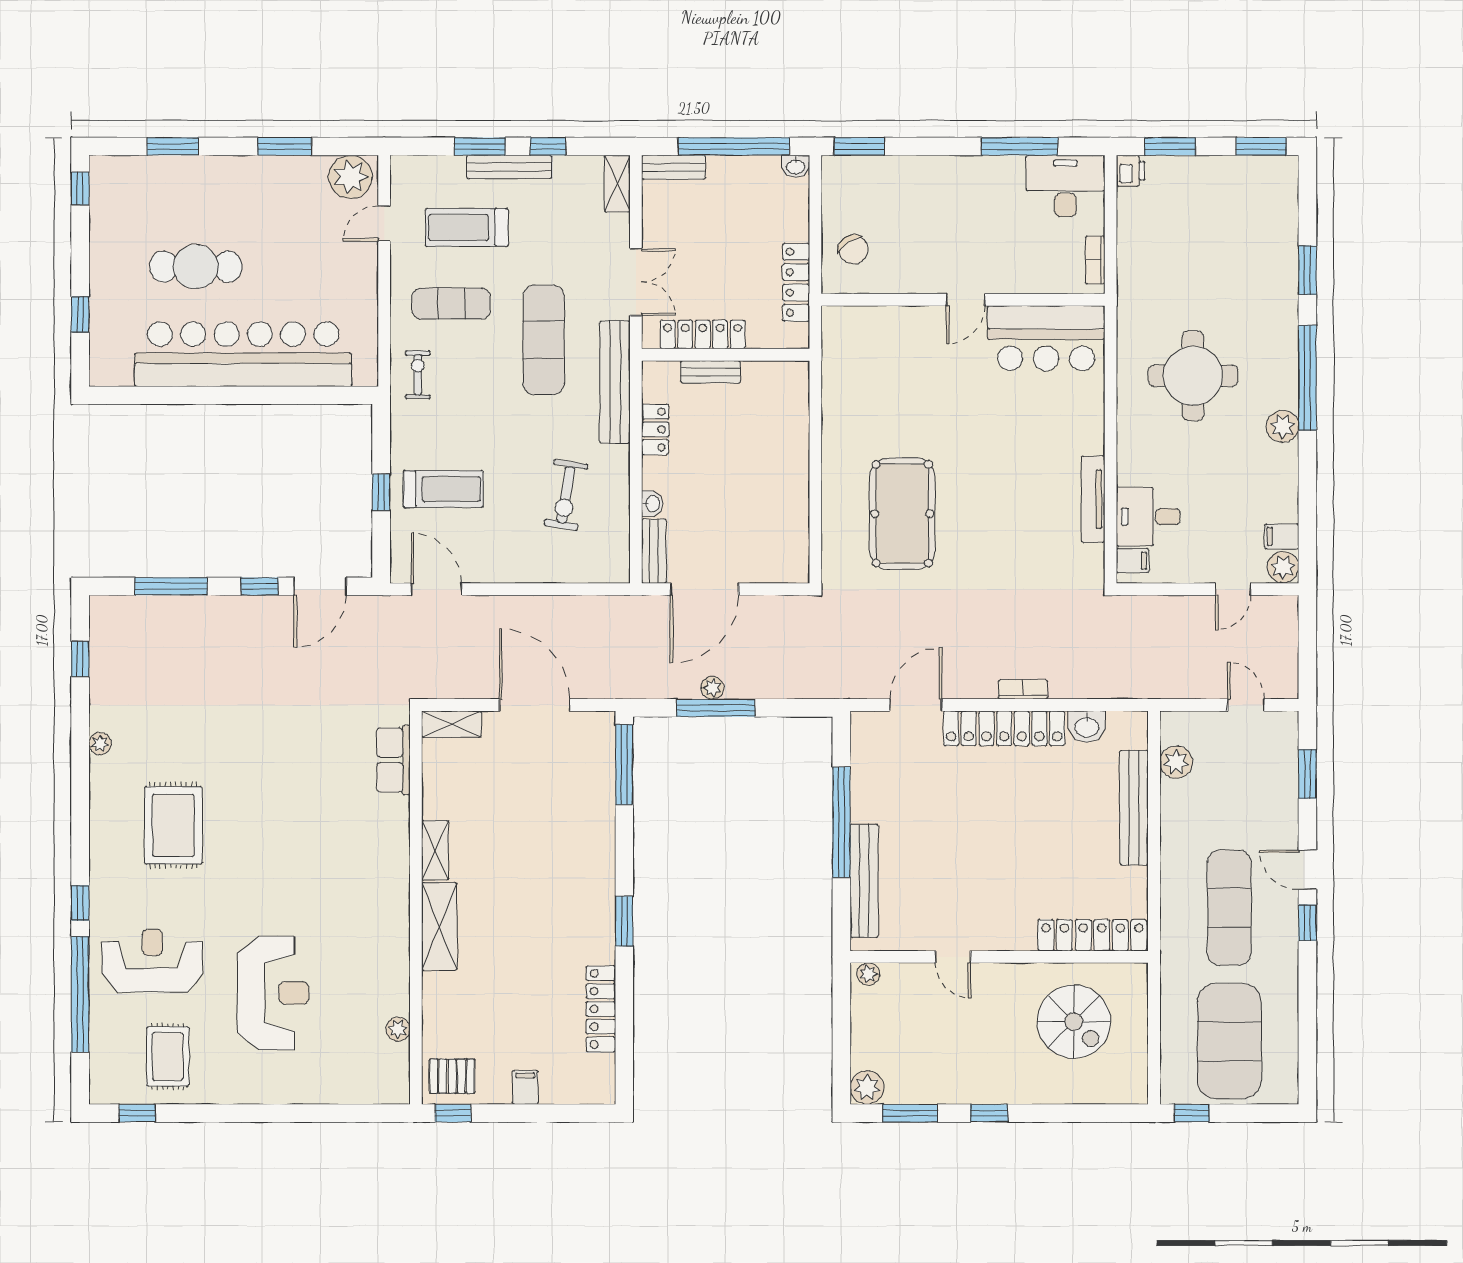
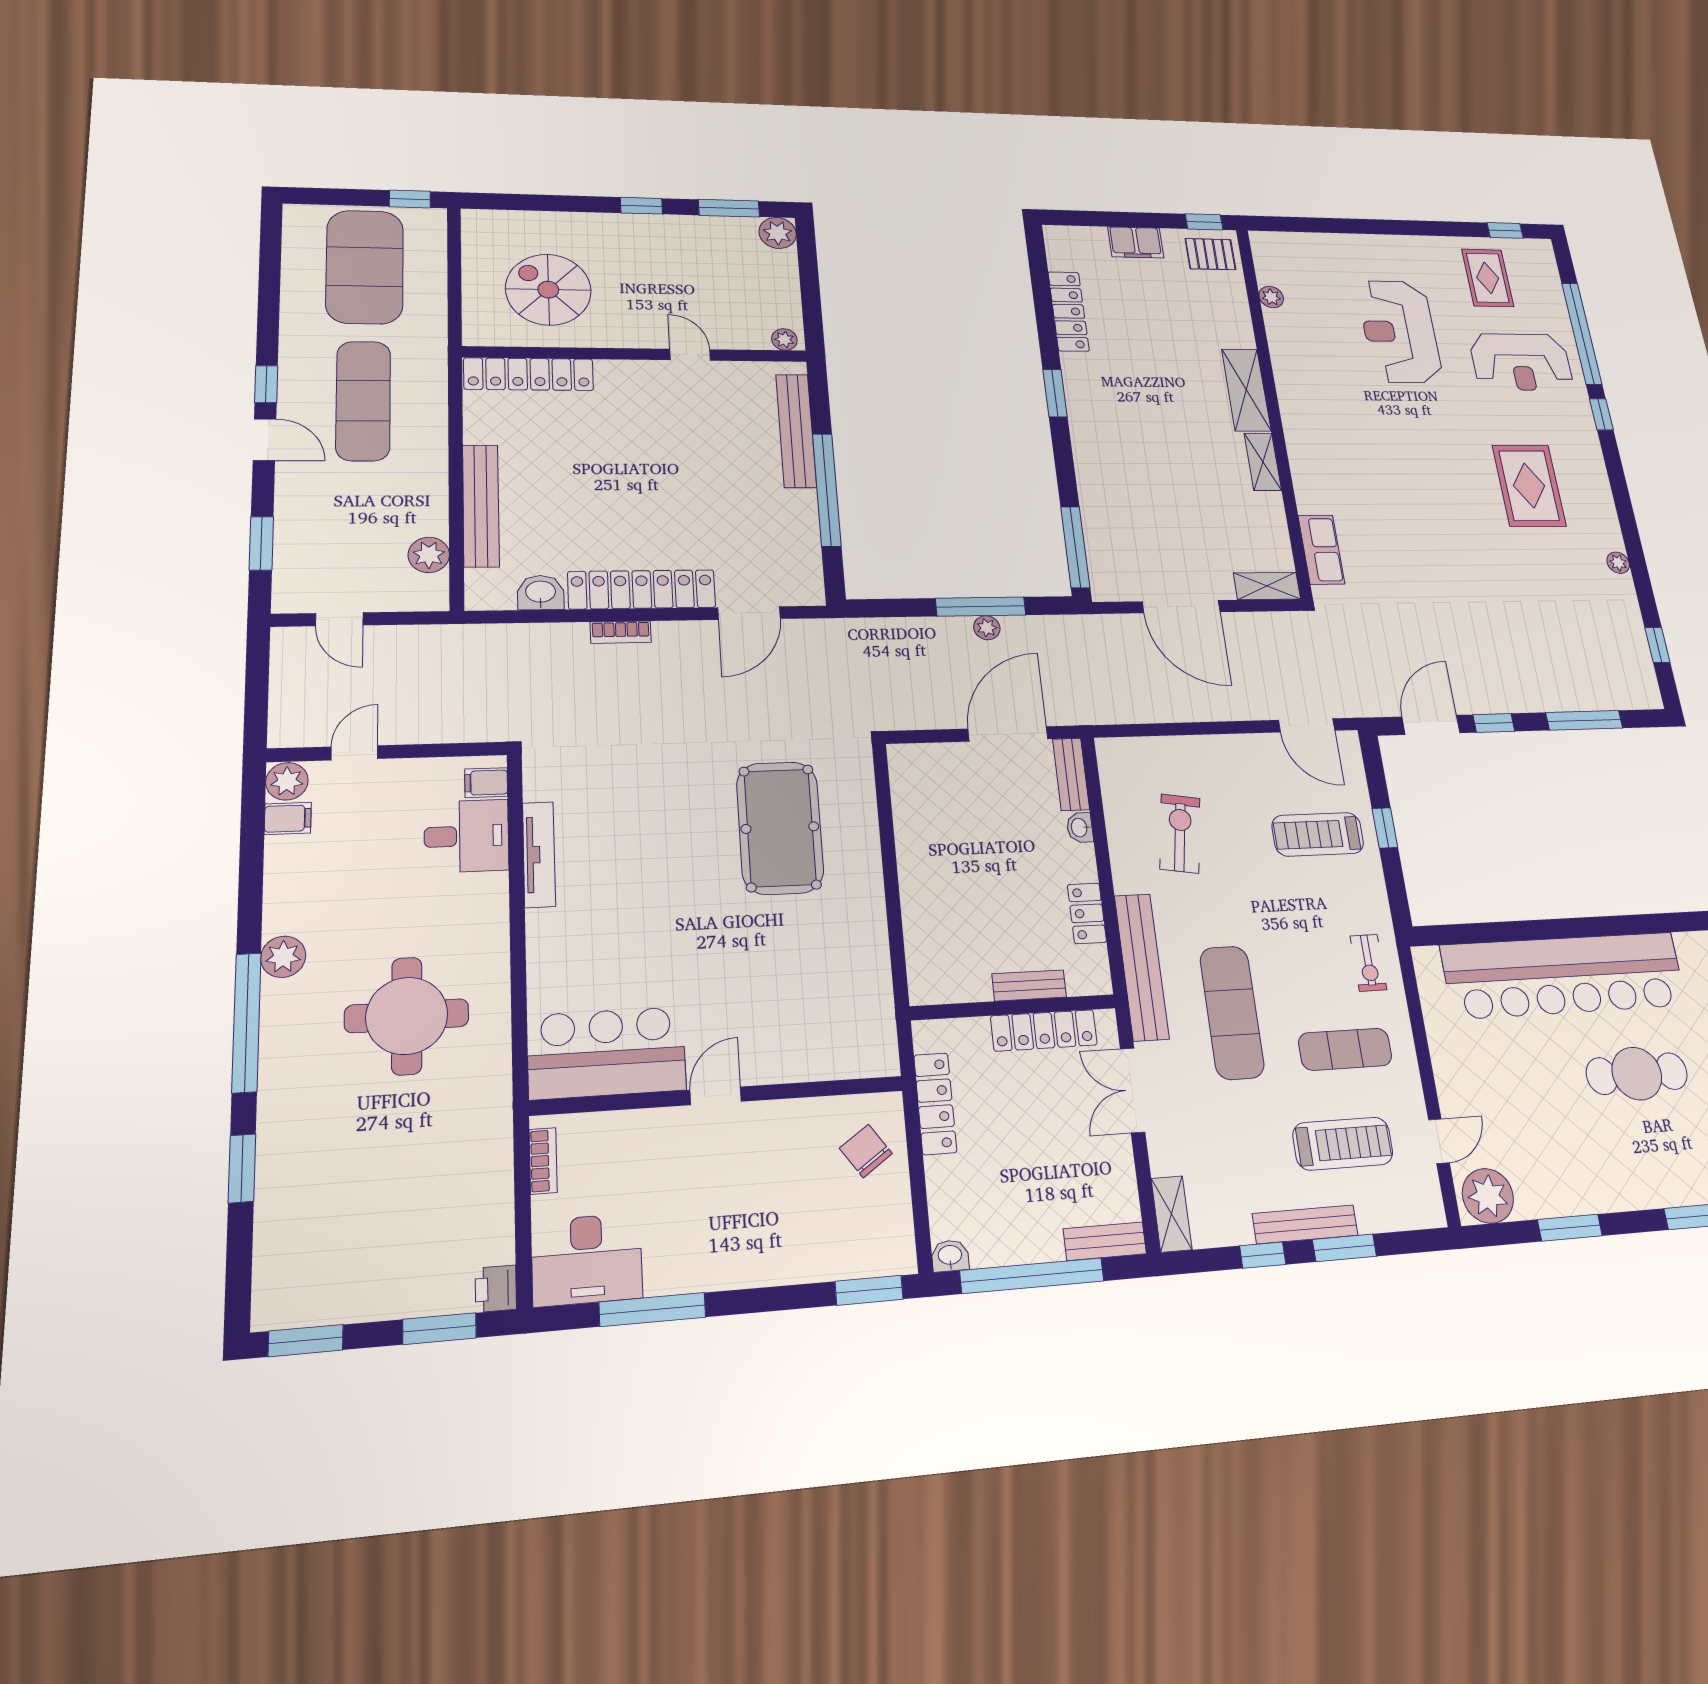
filing cabinet: (525, 1087) -> (1136, 242), width x2.00

